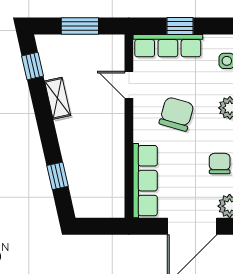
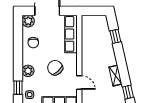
chair: (176, 114) -> (55, 68), turned 122

